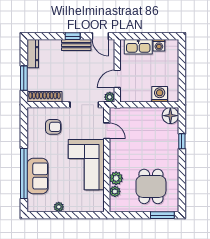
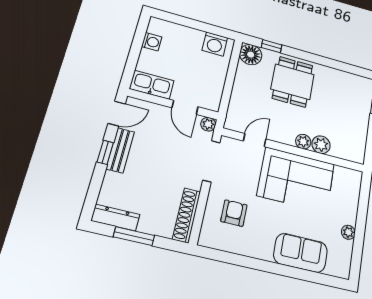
kitchen sink: (138, 47) -> (152, 85), moved, turned -90
window: (24, 78) -> (134, 236), moved
washing machine: (160, 94) -> (215, 44), moved, turned -90
window: (182, 141) -> (271, 46), moved
window: (24, 174) -> (294, 272), removed
dining table: (151, 186) -> (293, 82), moved, turned 90
plant: (115, 191) -> (303, 142), moved

